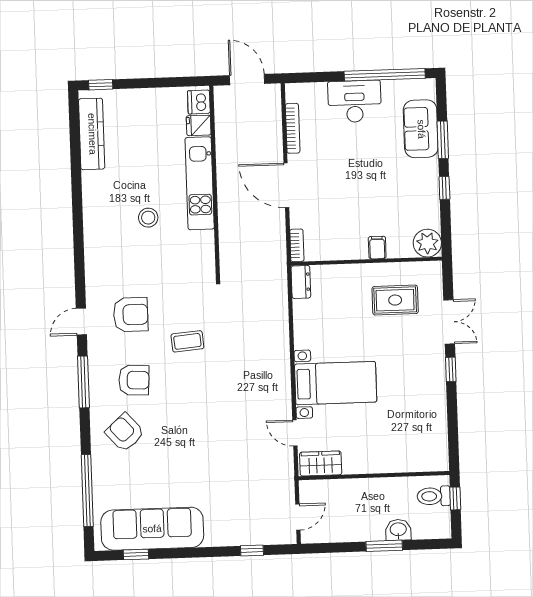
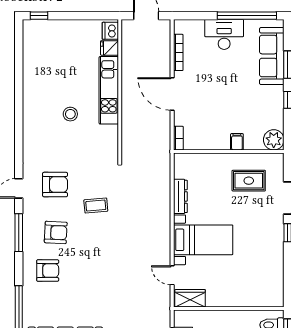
sofa: (421, 129) -> (272, 56), width x1.36
kitchen counter: (92, 134) -> (31, 51), removed
dresser: (301, 282) -> (180, 196), moved, width x1.44
armchair: (125, 432) -> (48, 271), turned 132

